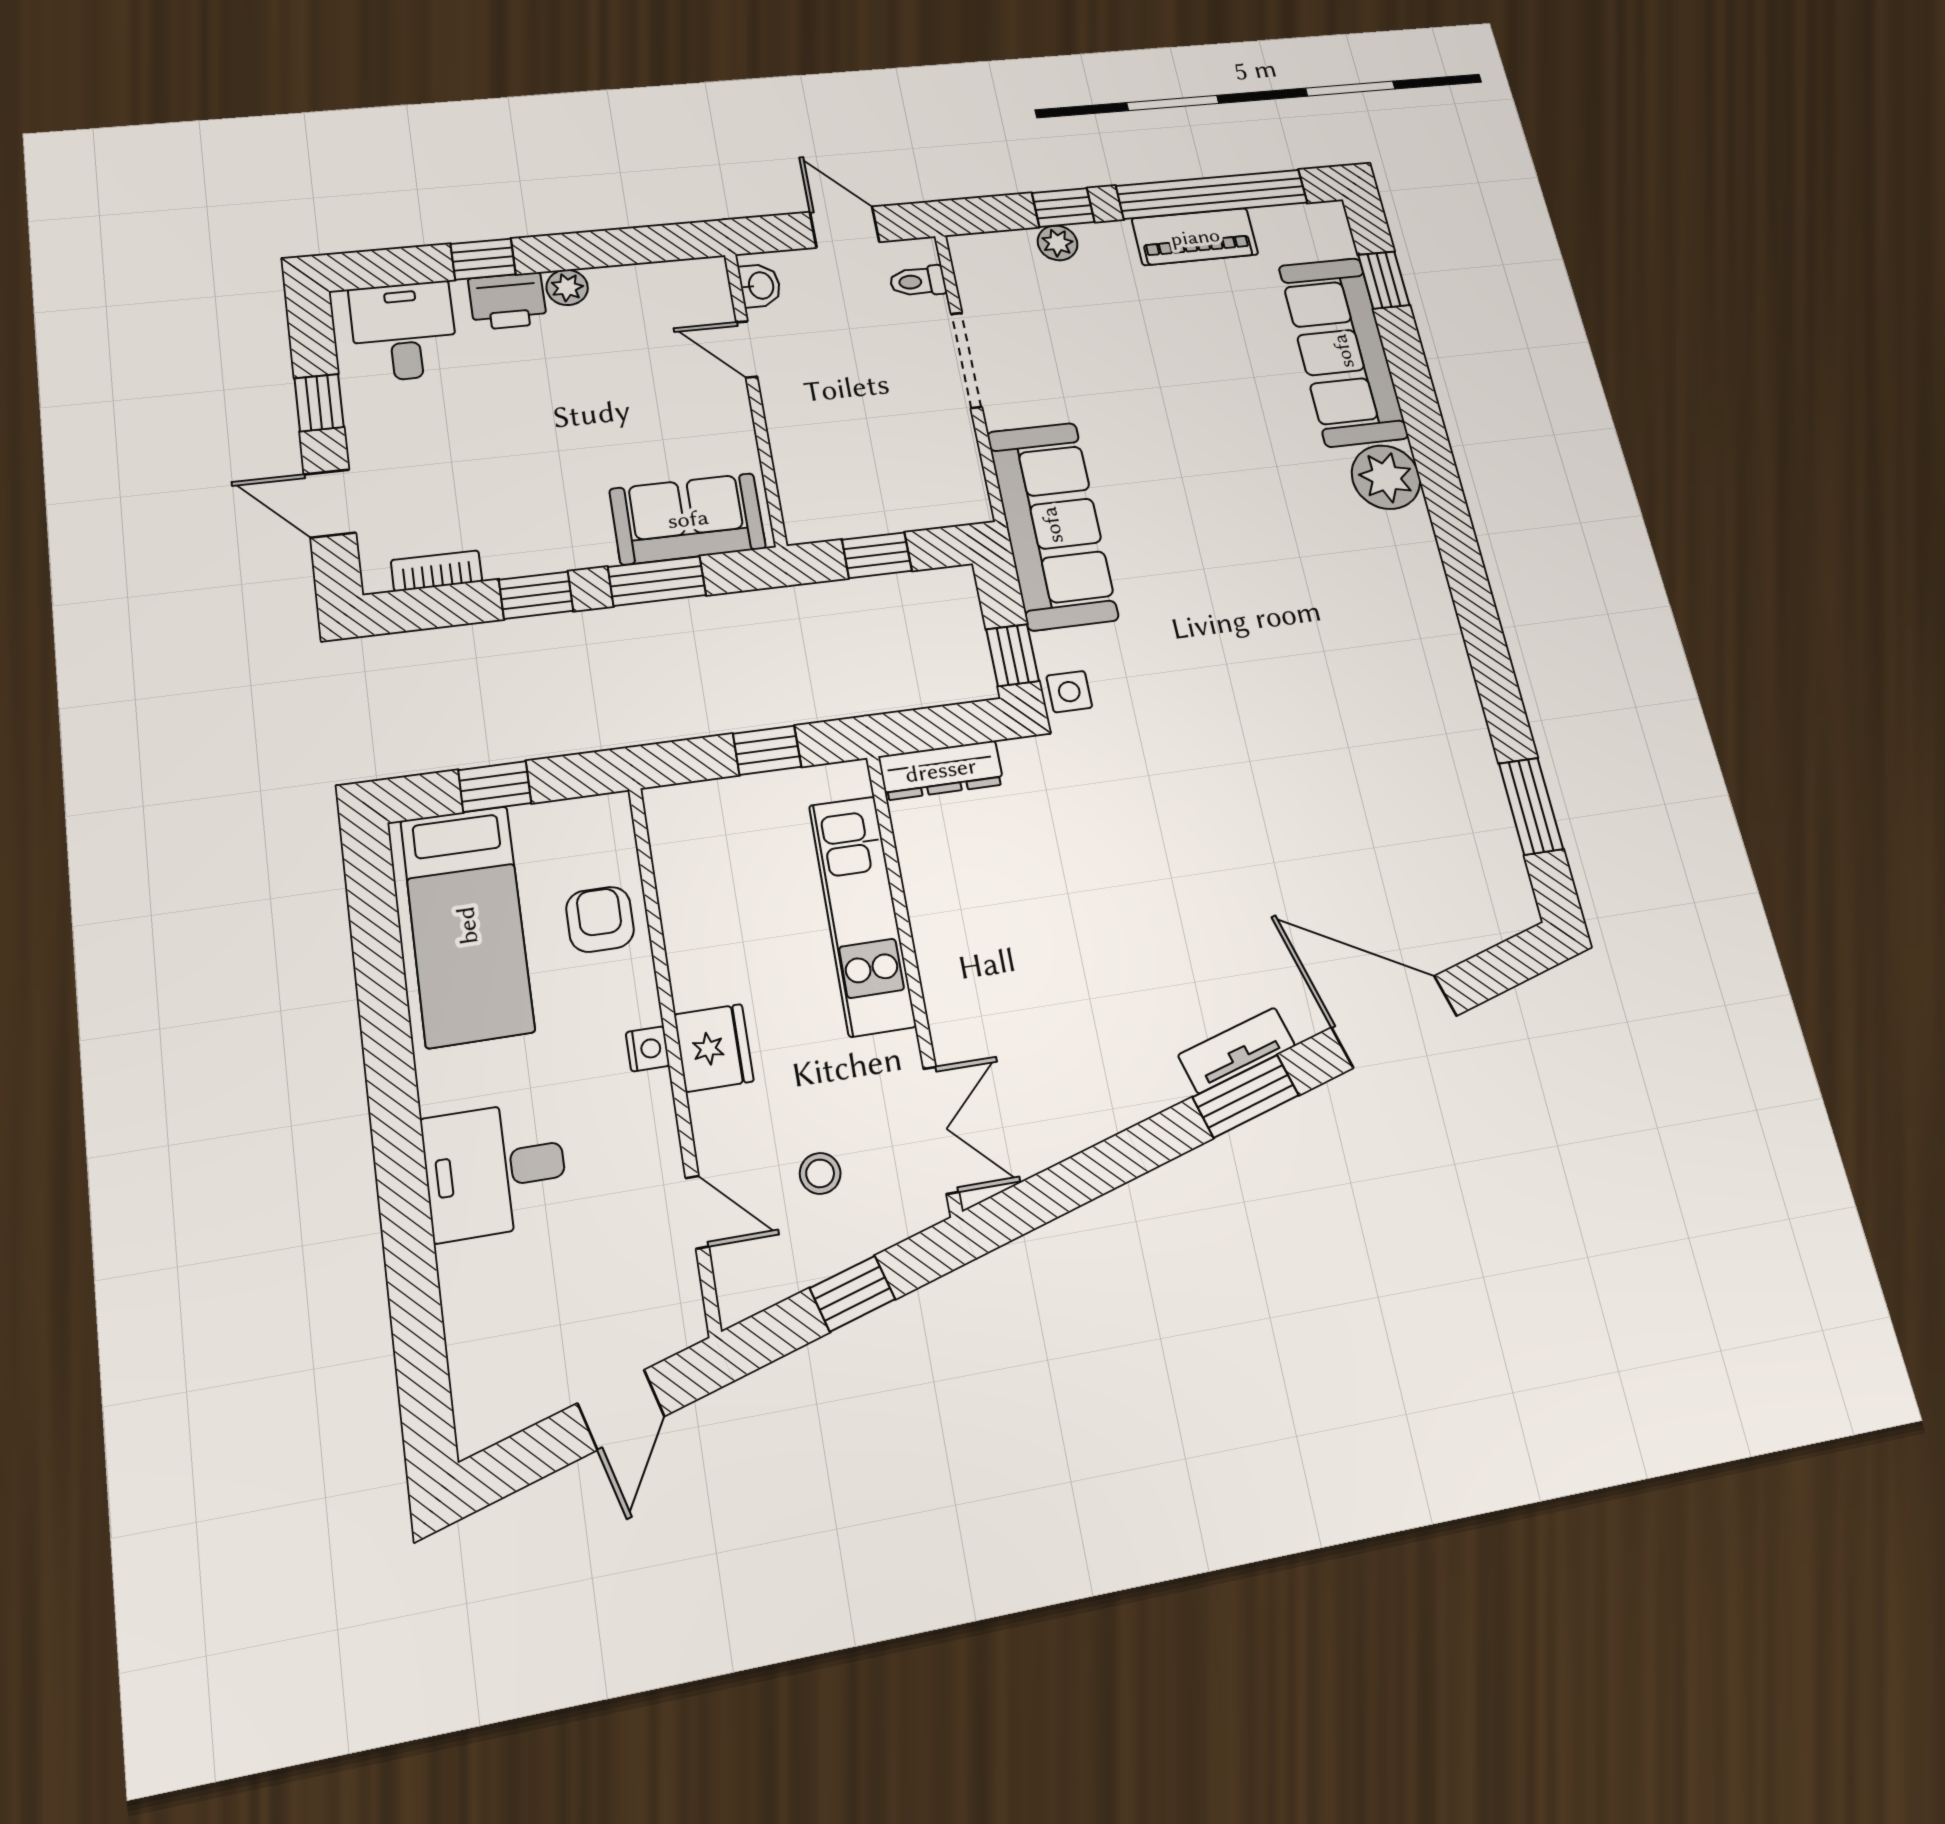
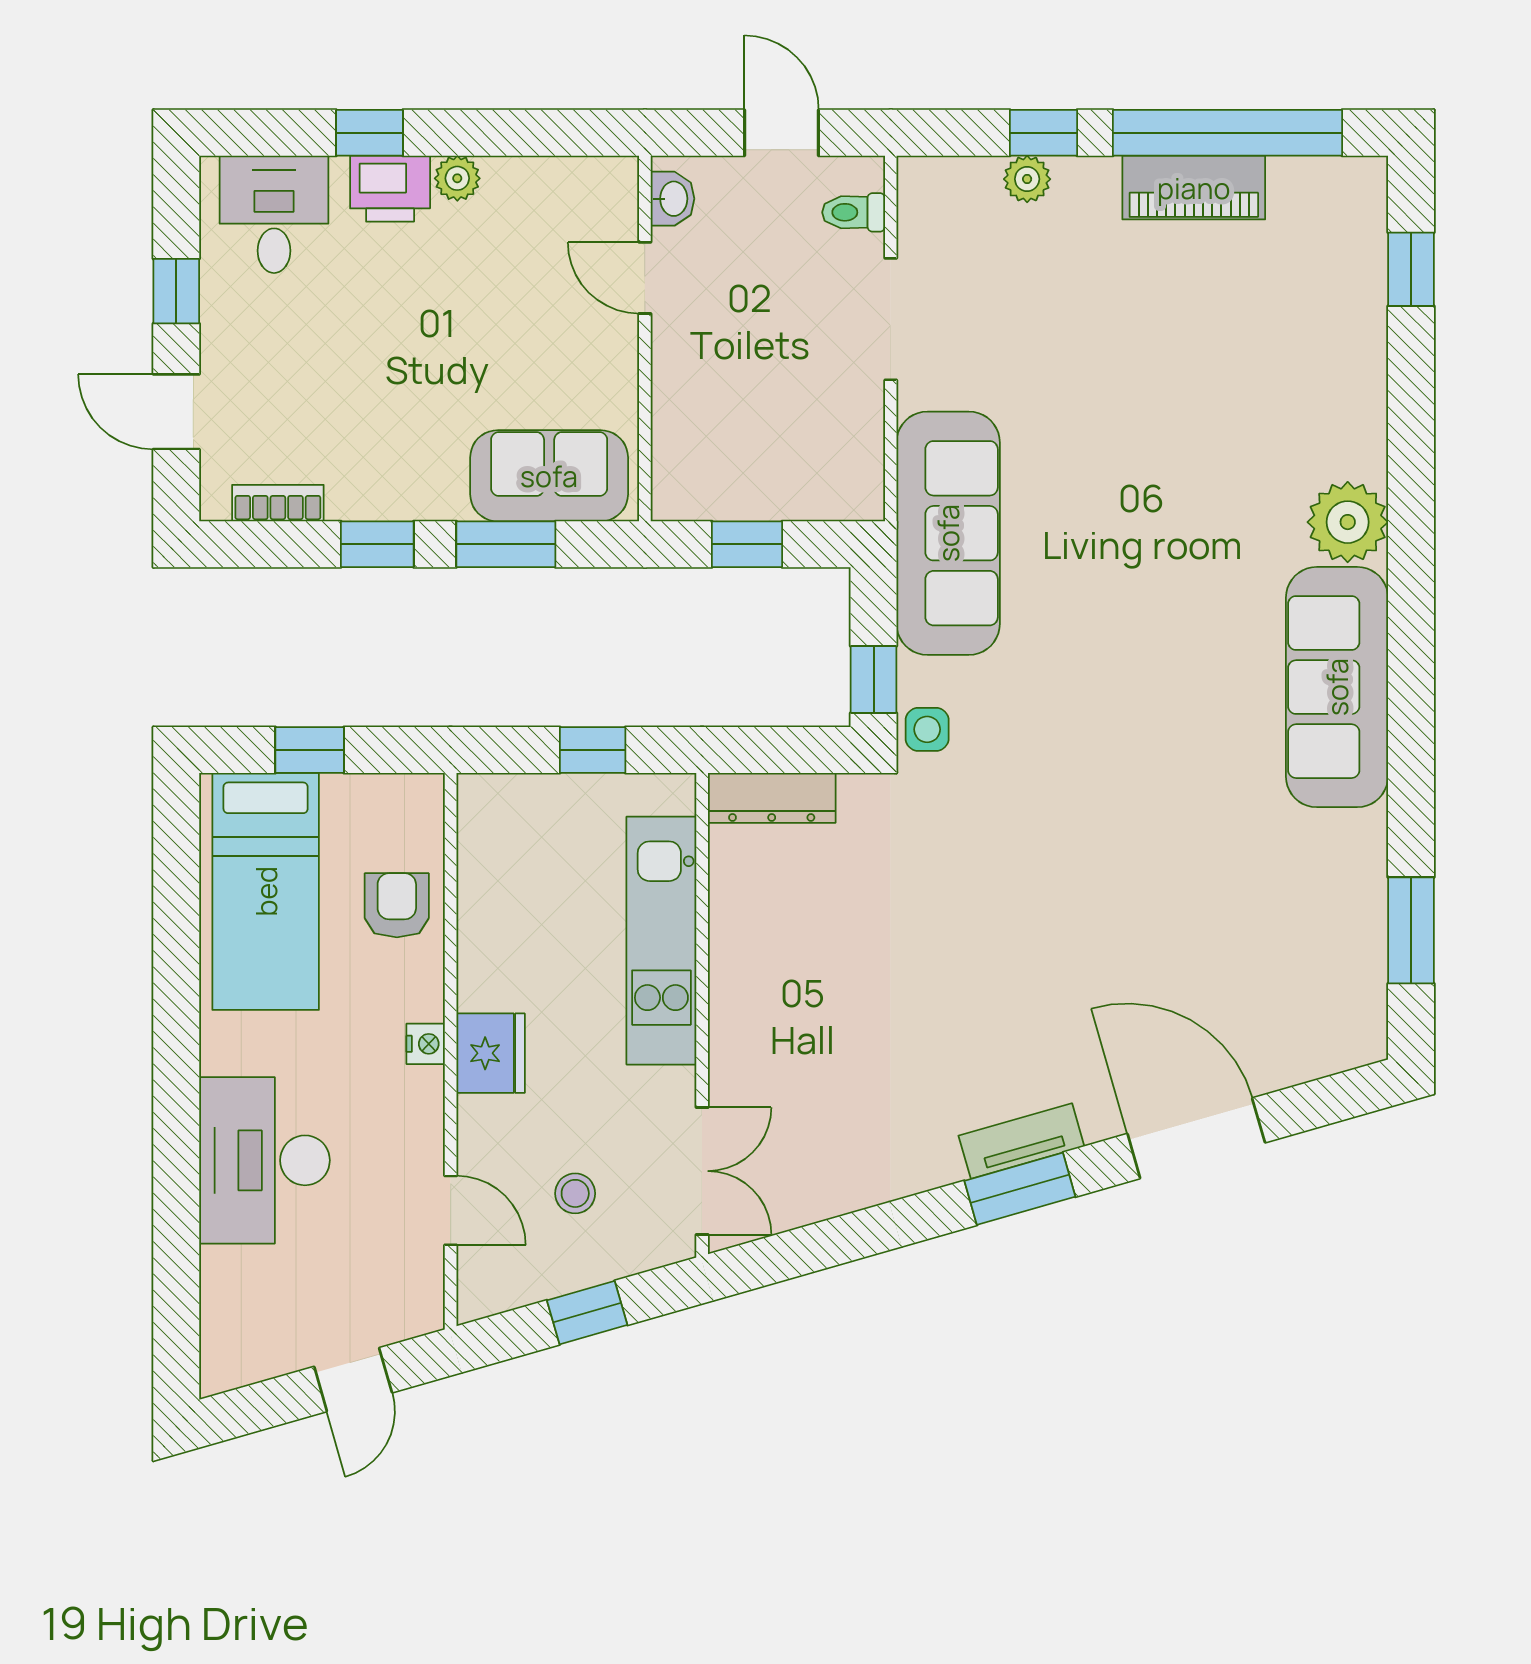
sofa: (1343, 351) -> (1337, 687), moved
desk: (495, 1170) -> (264, 1160), width x1.37

